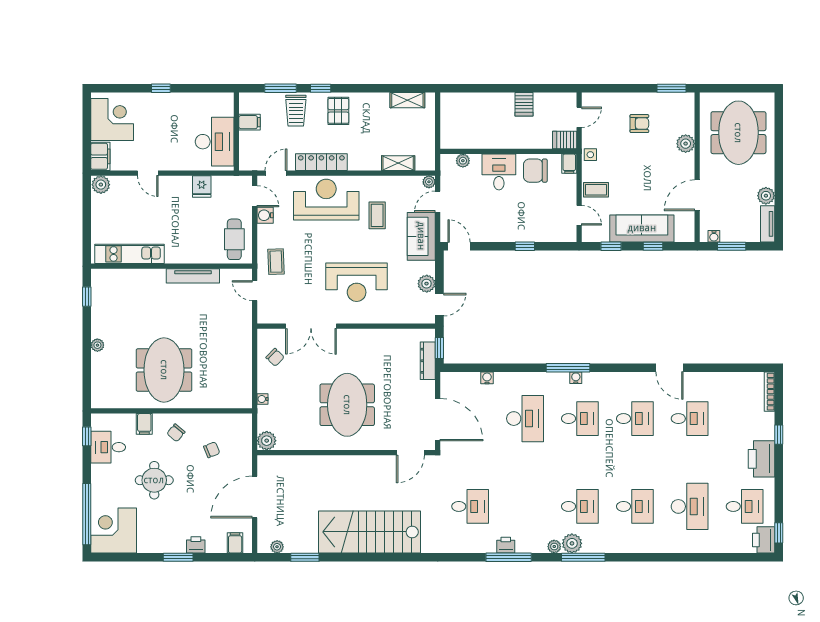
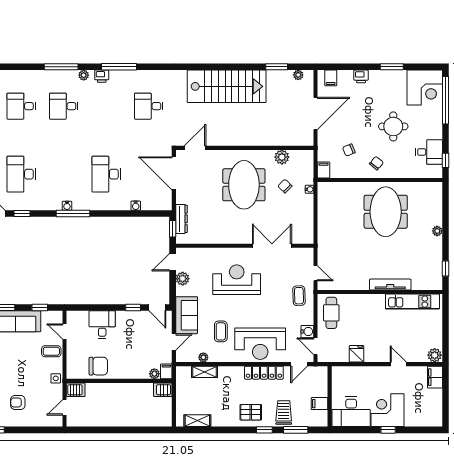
server rack: (524, 104) -> (163, 390), moved, turned -90
pallet: (338, 111) -> (251, 412), turned 90
corner desk: (112, 119) -> (387, 410), moved, turned 90
desk: (215, 142) -> (351, 412), moved, turned -90
filing cabinet: (569, 164) -> (166, 371), moved
desk: (499, 172) -> (102, 325), moved, turned 180
plant: (429, 182) -> (203, 357), moved
window: (525, 246) -> (133, 307), moved
tv unit: (193, 276) -> (390, 285), moved
chair: (275, 357) -> (285, 186), moved
window: (634, 368) -> (22, 214), added
desk: (580, 419) -> (64, 174), removed
desk: (635, 419) -> (21, 174), width x1.37
filing cabinet: (144, 424) -> (323, 170), moved
plant: (267, 441) -> (282, 157), moved
plant: (572, 543) -> (70, 78), removed
printer: (506, 545) -> (102, 76), moved
window: (178, 557) -> (392, 67), moved

